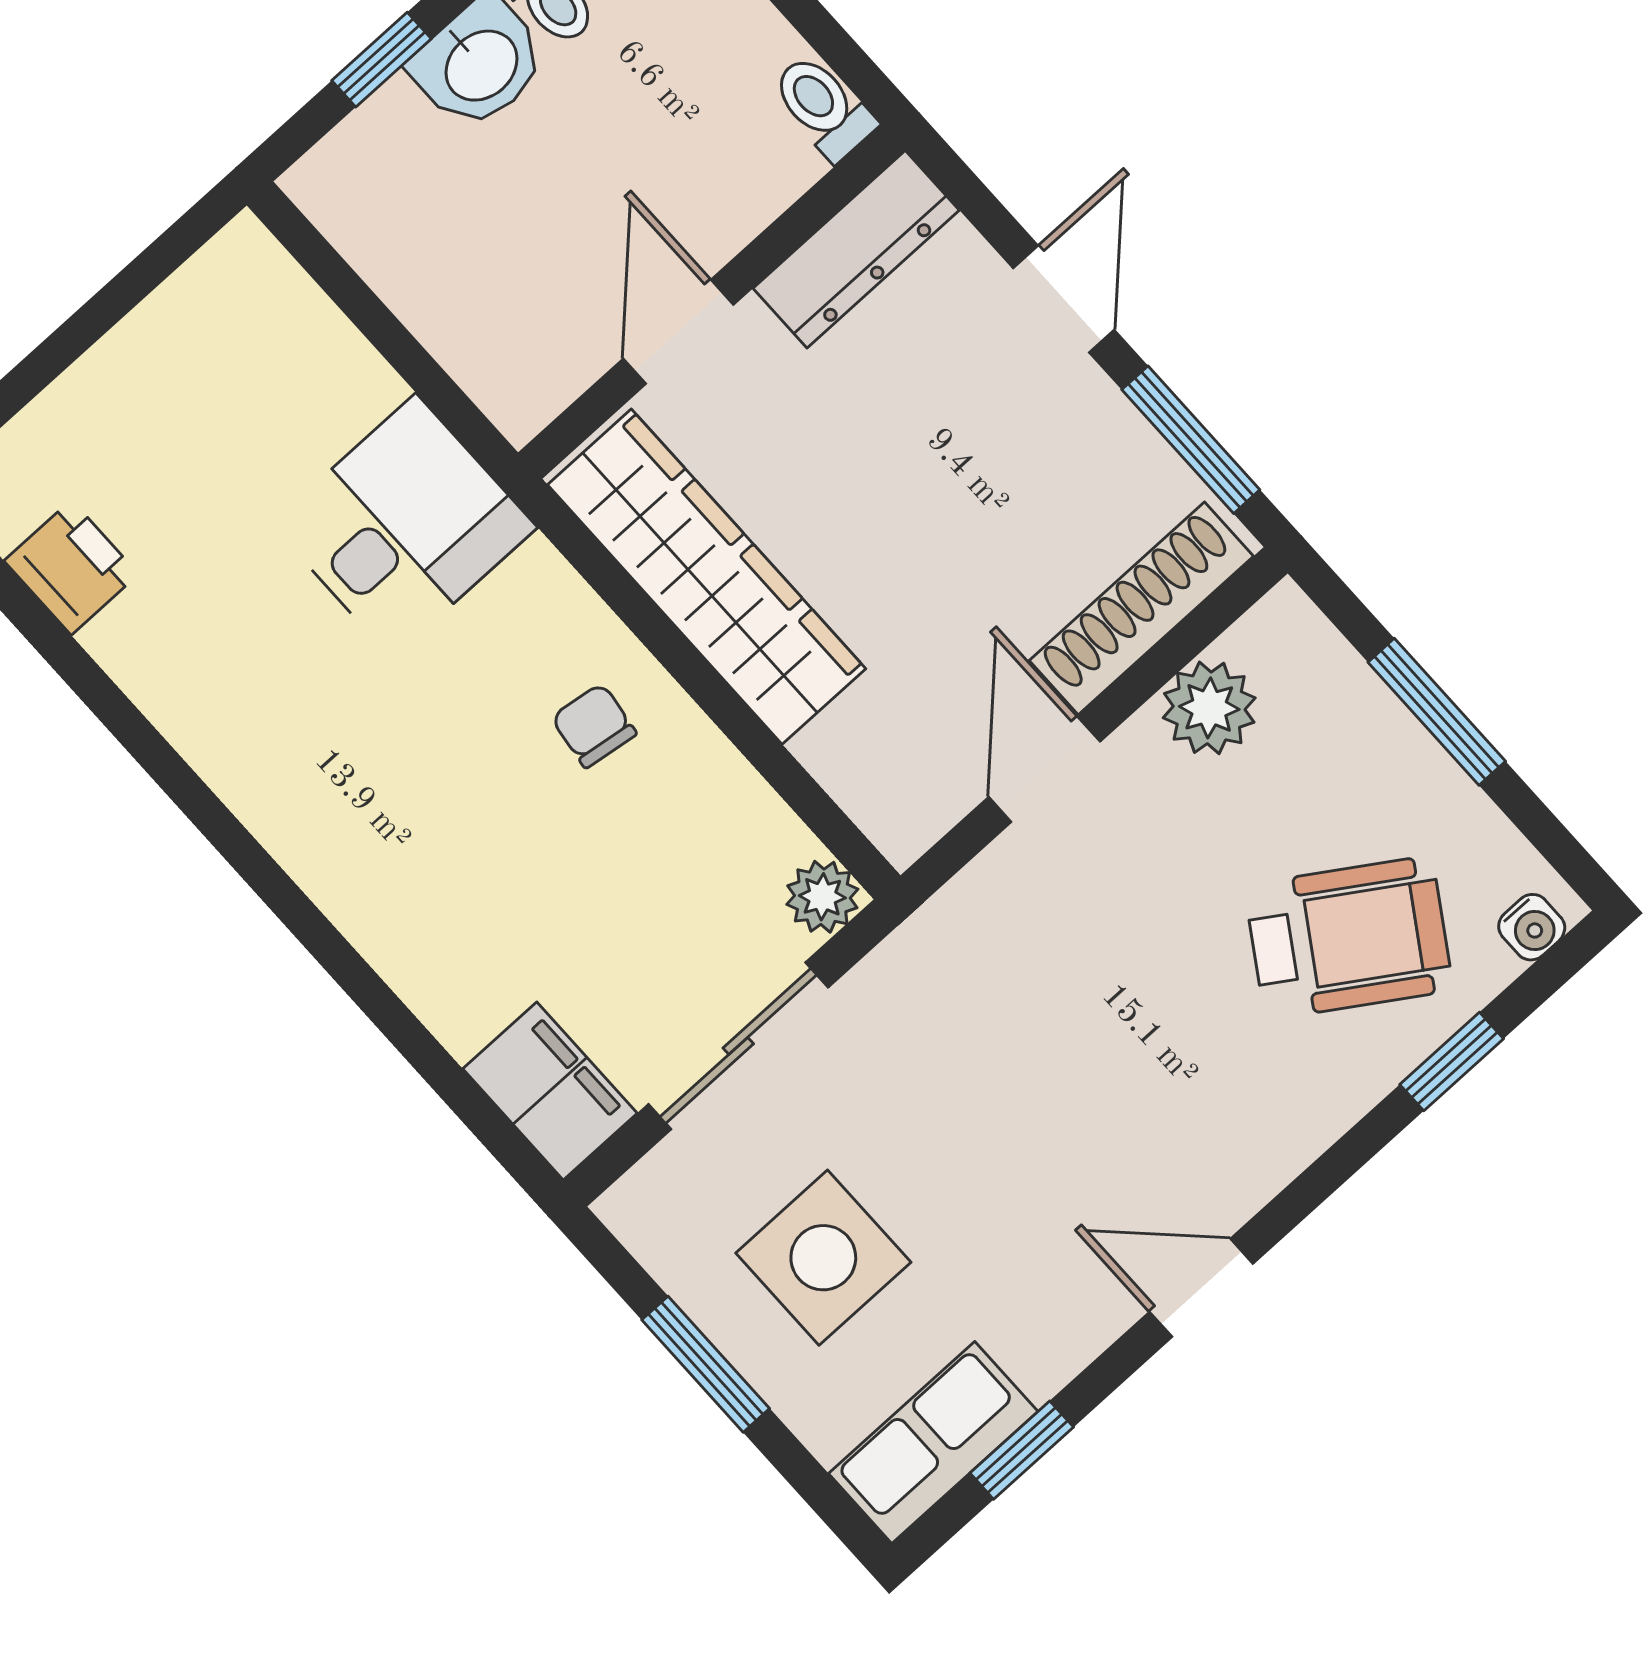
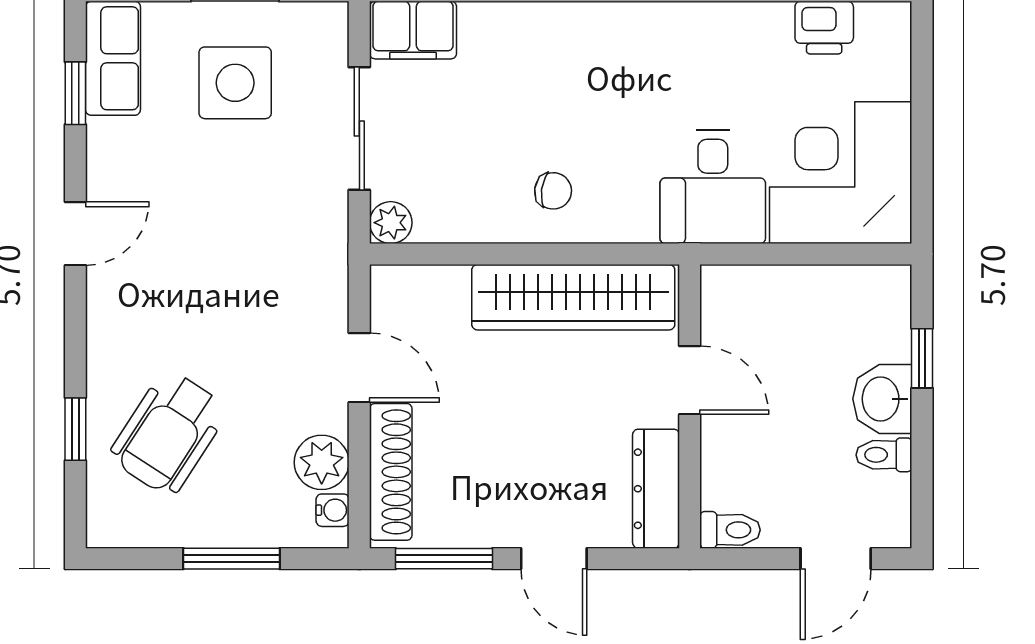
corner desk: (238, 378) -> (841, 173), added
water cooler: (1532, 927) -> (333, 510), moved, turned 180

